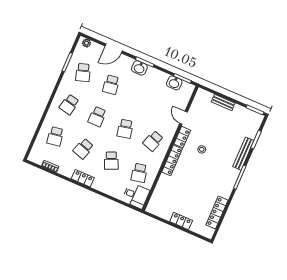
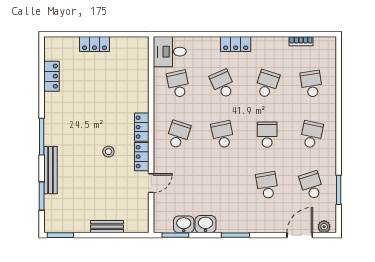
door: (114, 48) -> (300, 235), moved
washbasin: (139, 68) -> (205, 224), moved
door: (184, 118) -> (151, 183), hinge flipped
locker: (172, 160) -> (142, 127), width x0.66
locker: (83, 178) -> (236, 44), moved
locker: (217, 212) -> (51, 76), width x0.66

